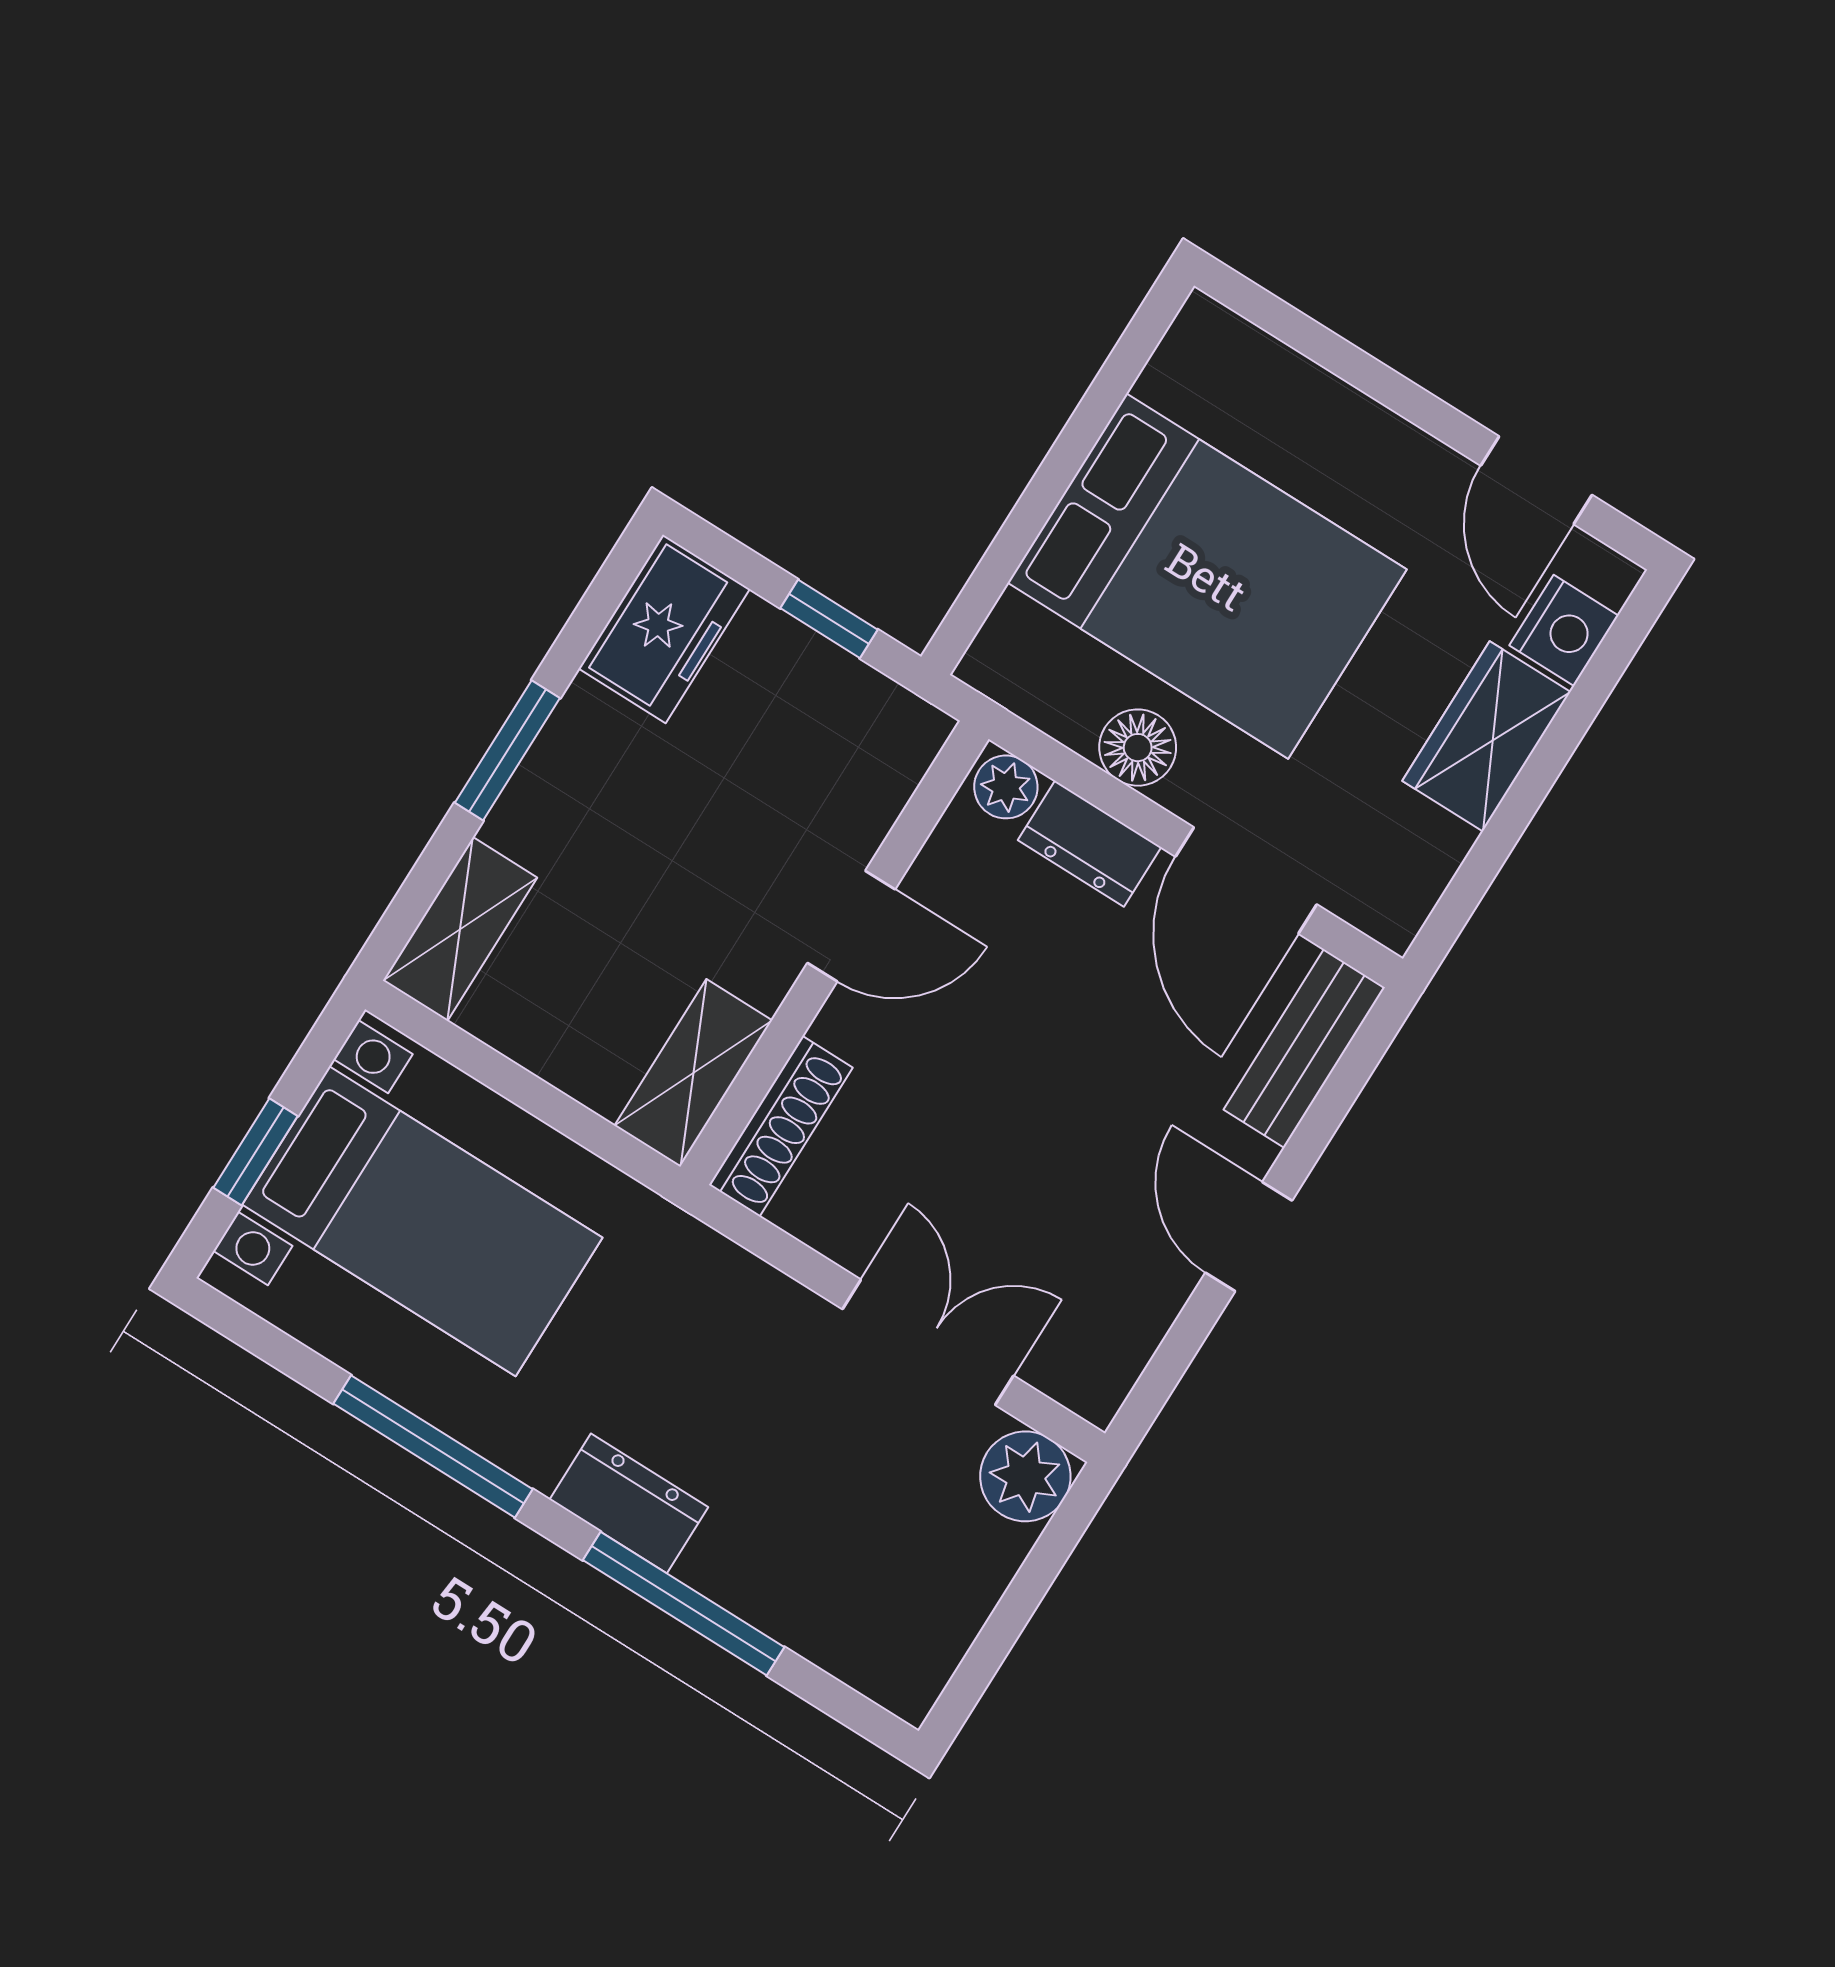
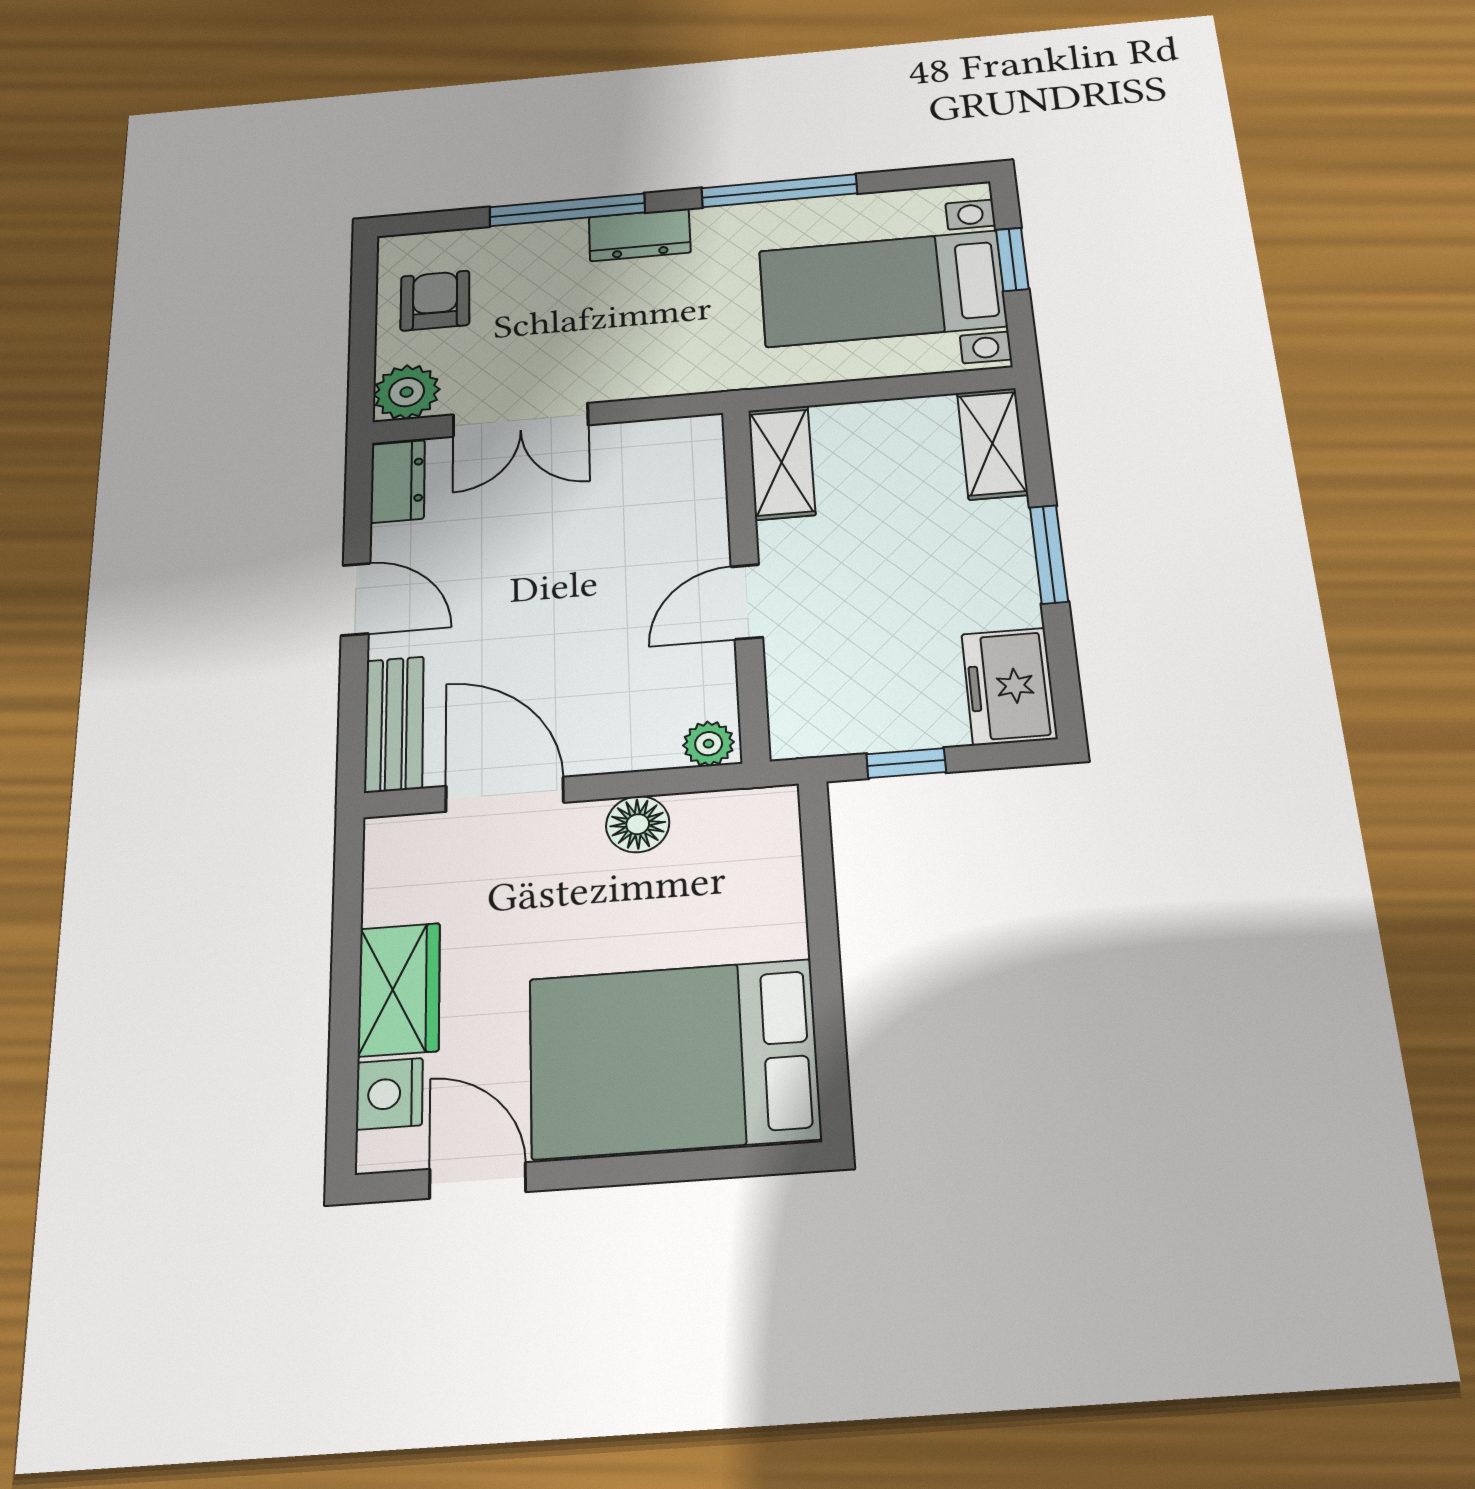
bed: (1207, 576) -> (673, 1058), moved
dresser: (1090, 844) -> (398, 481), moved, turned 90
shoe rack: (781, 1126) -> (703, 470), removed
armchair: (914, 1584) -> (435, 301), added

